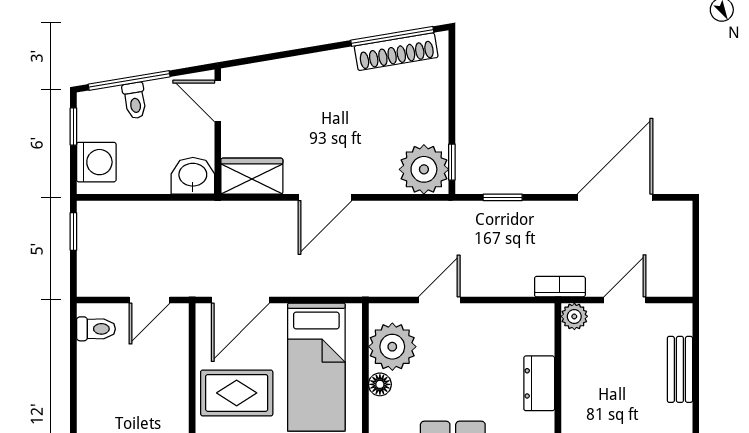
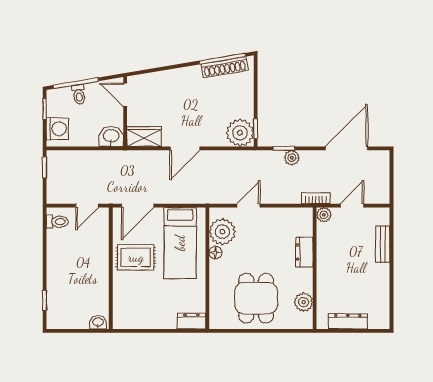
plant: (517, 214) -> (292, 158), added

